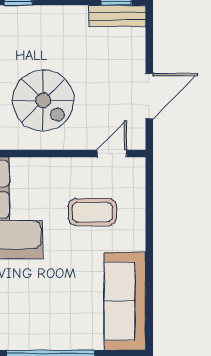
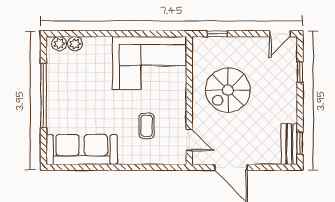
coffee table: (92, 212) -> (147, 126), width x0.73, depth x0.77

